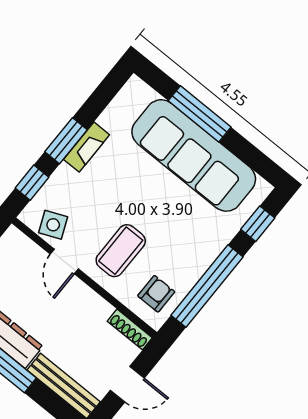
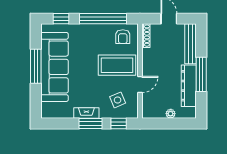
window: (200, 114) -> (36, 66), moved
side table: (53, 225) -> (118, 100), moved
coffee table: (121, 251) -> (117, 65), width x1.36, depth x1.32
armchair: (156, 294) -> (123, 37), turned -90

